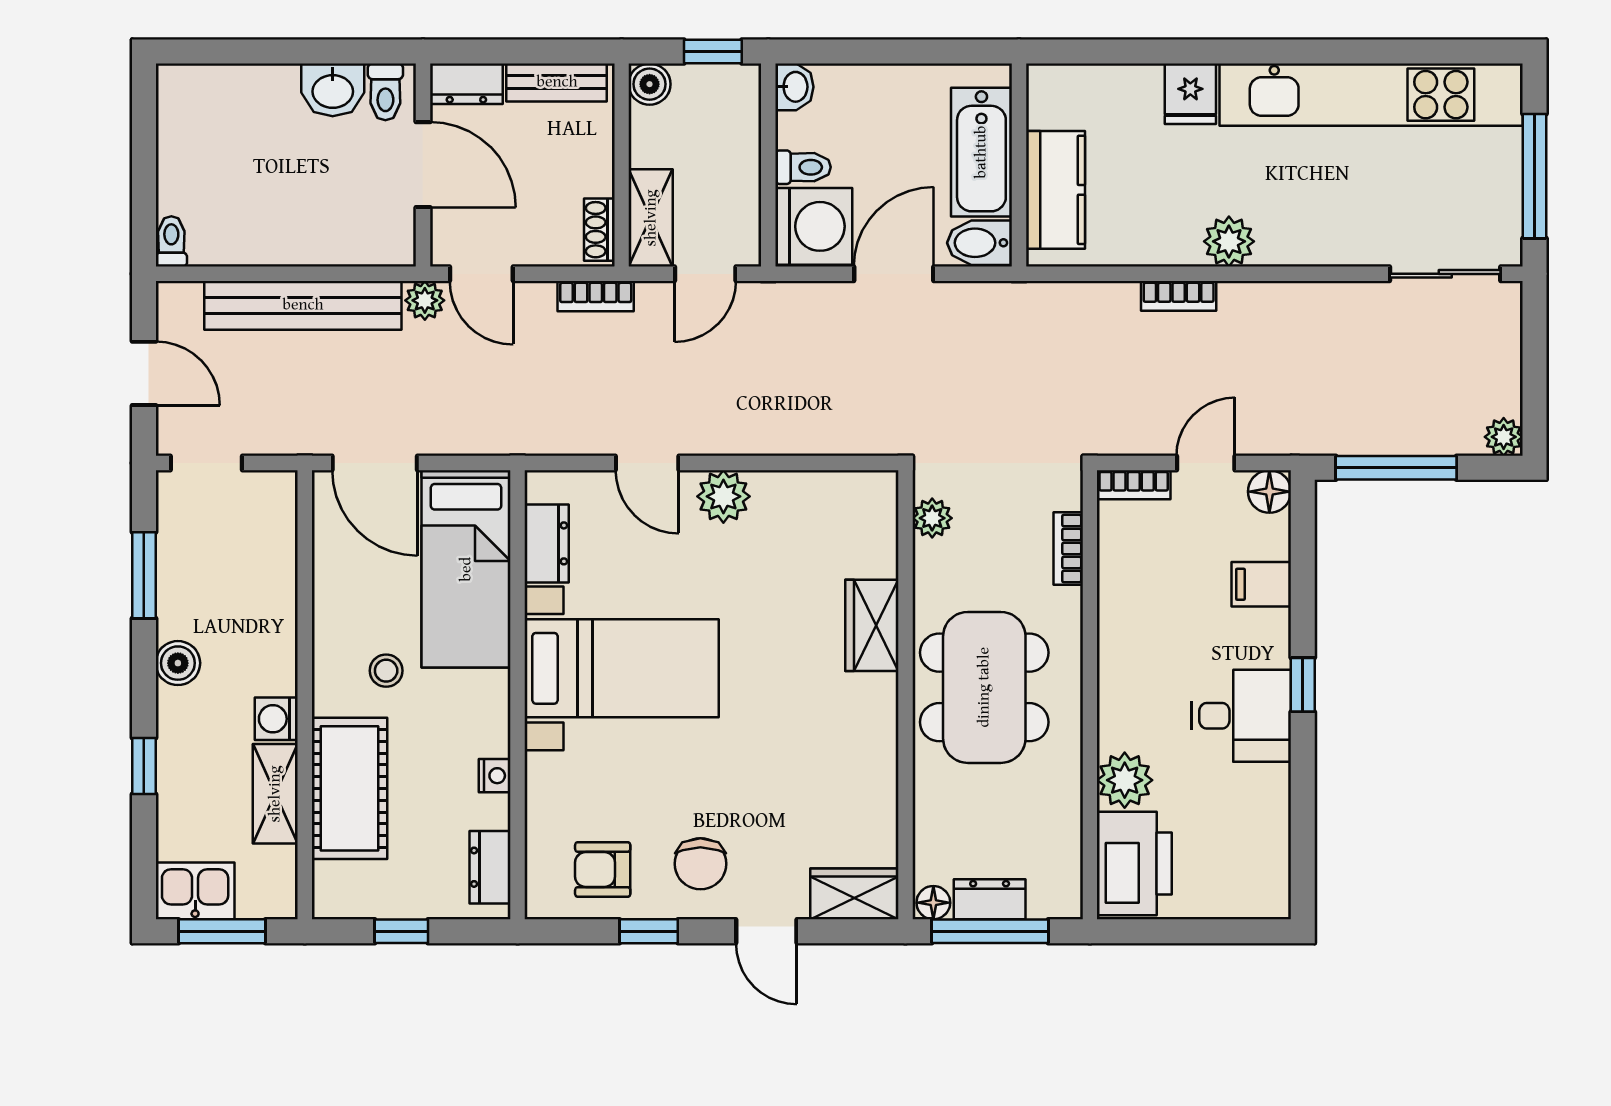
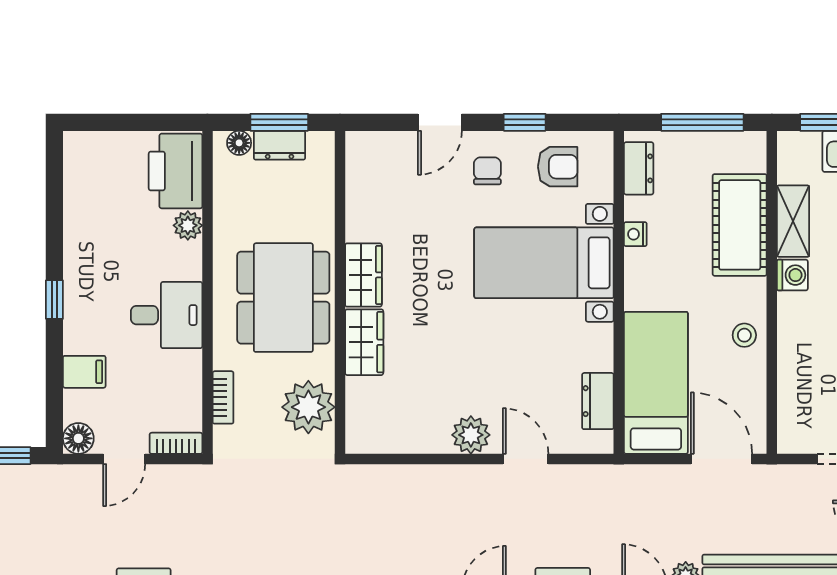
plant: (932, 518) -> (308, 407), width x1.88, depth x1.88
bed with nightstands: (622, 668) -> (544, 263), moved
stool: (386, 671) -> (744, 335), moved
desk: (1241, 716) -> (167, 315), moved, turned 180
plant: (1125, 780) -> (188, 225), width x0.73, depth x0.73
chair: (700, 864) -> (487, 171), width x0.73, depth x0.73
wardrobe: (854, 894) -> (363, 275), moved, turned -90
floor lamp: (933, 903) -> (239, 143), moved
window: (401, 931) -> (702, 122), width x2.17
door: (766, 931) -> (440, 122), swing flipped
window: (990, 931) -> (279, 122), width x0.69

